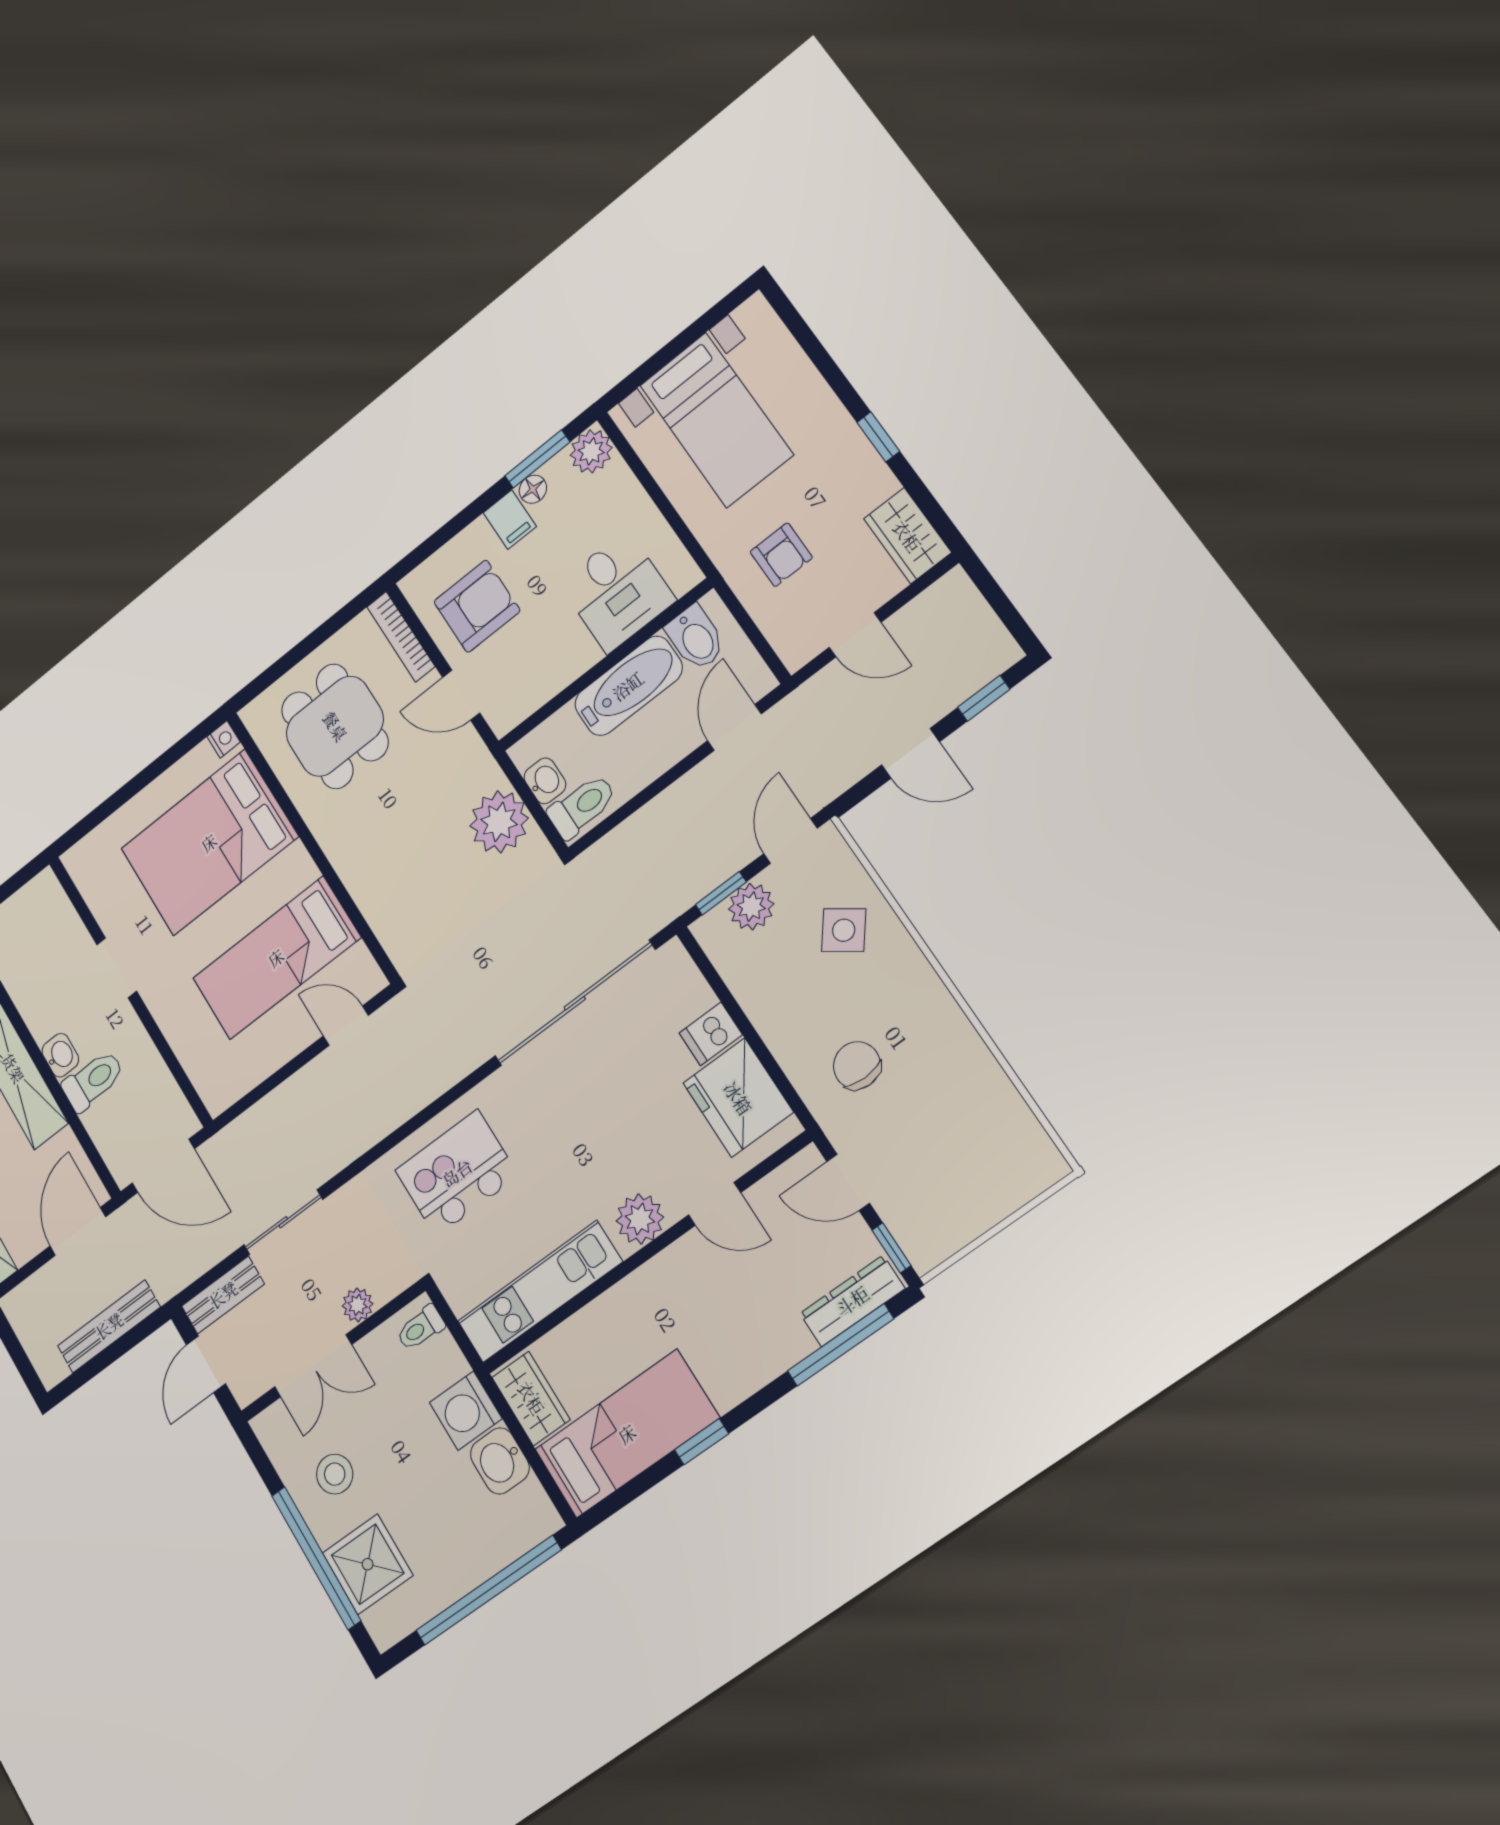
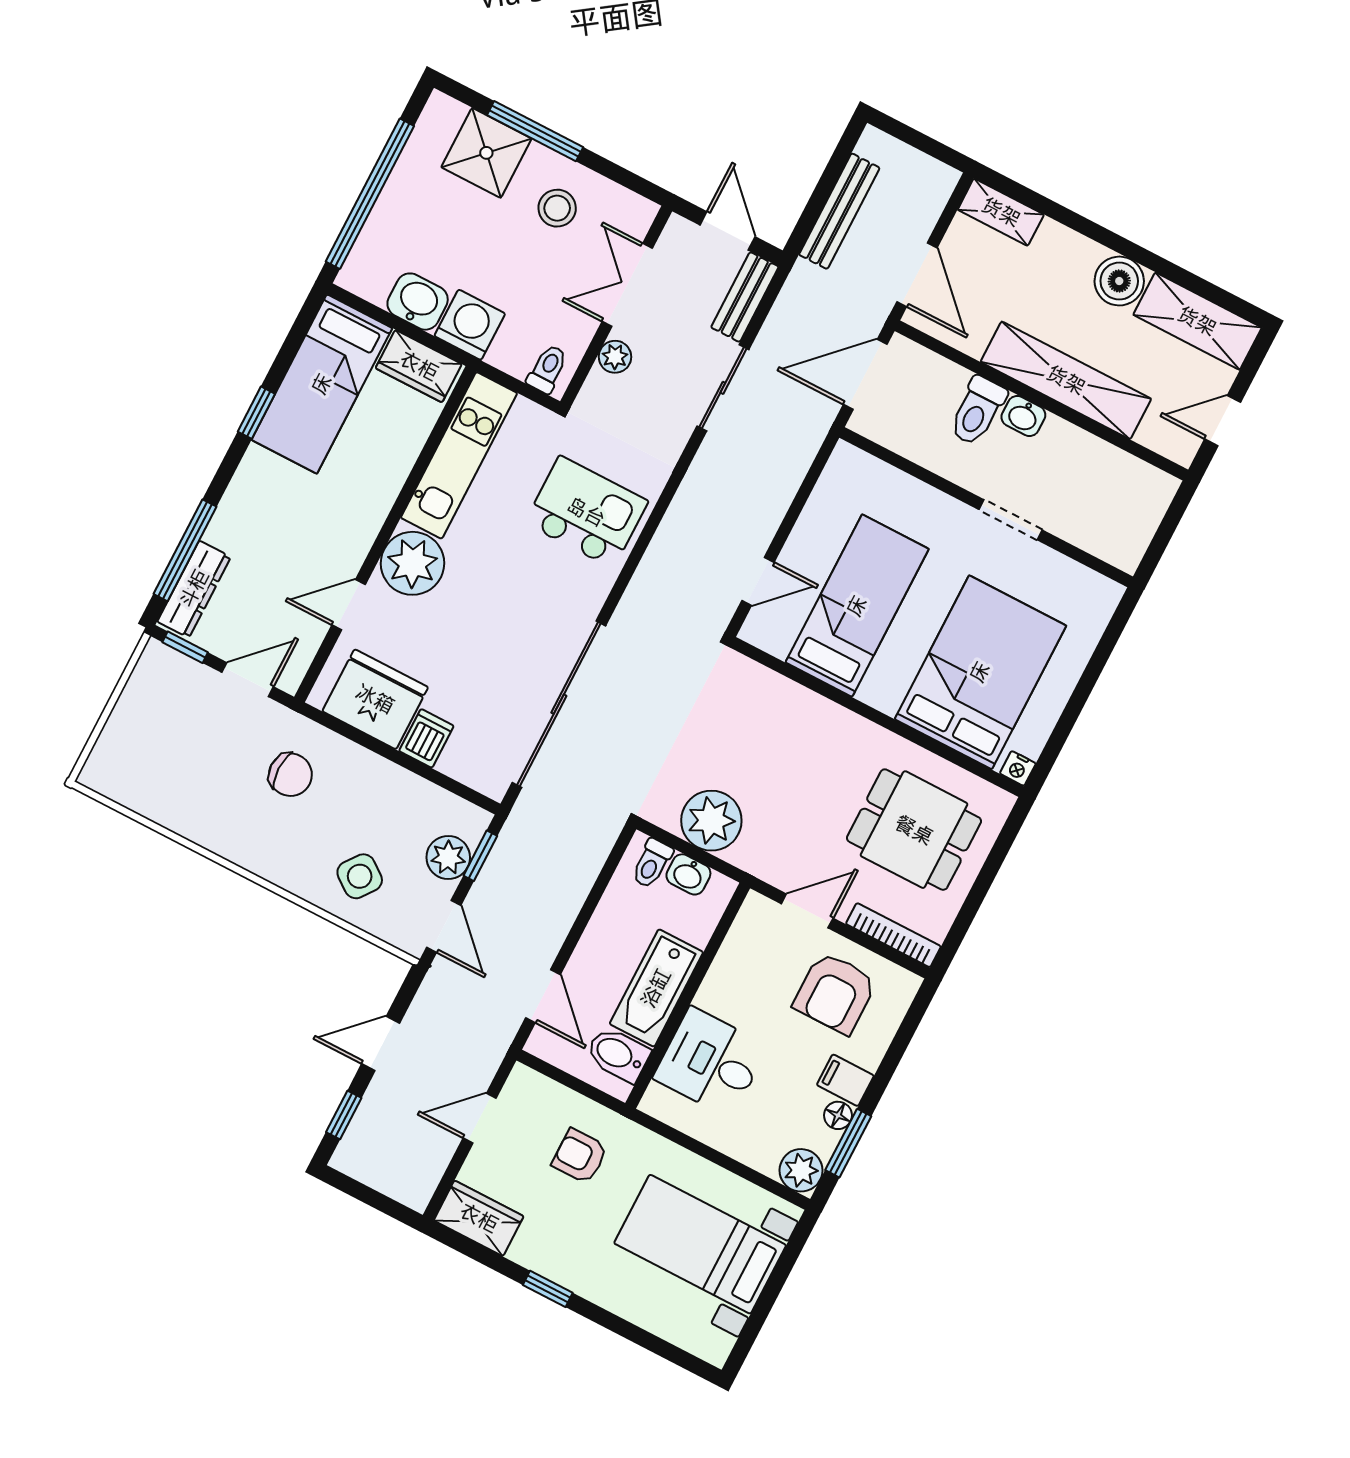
toilet: (582, 806) -> (652, 863), width x0.73, depth x0.72
kitchen island: (457, 1173) -> (586, 512), turned -90
plant: (640, 1219) -> (412, 563), width x1.36, depth x1.36
window: (316, 1558) -> (535, 131), width x0.68

